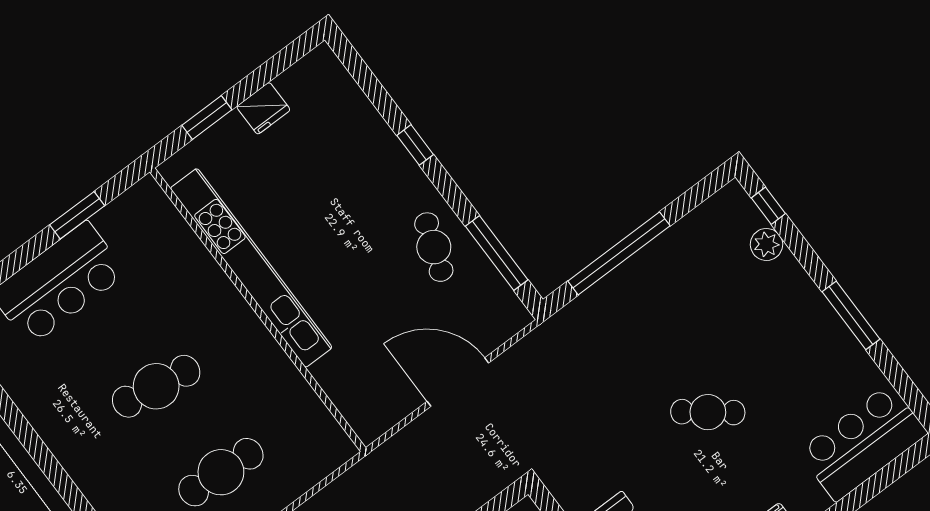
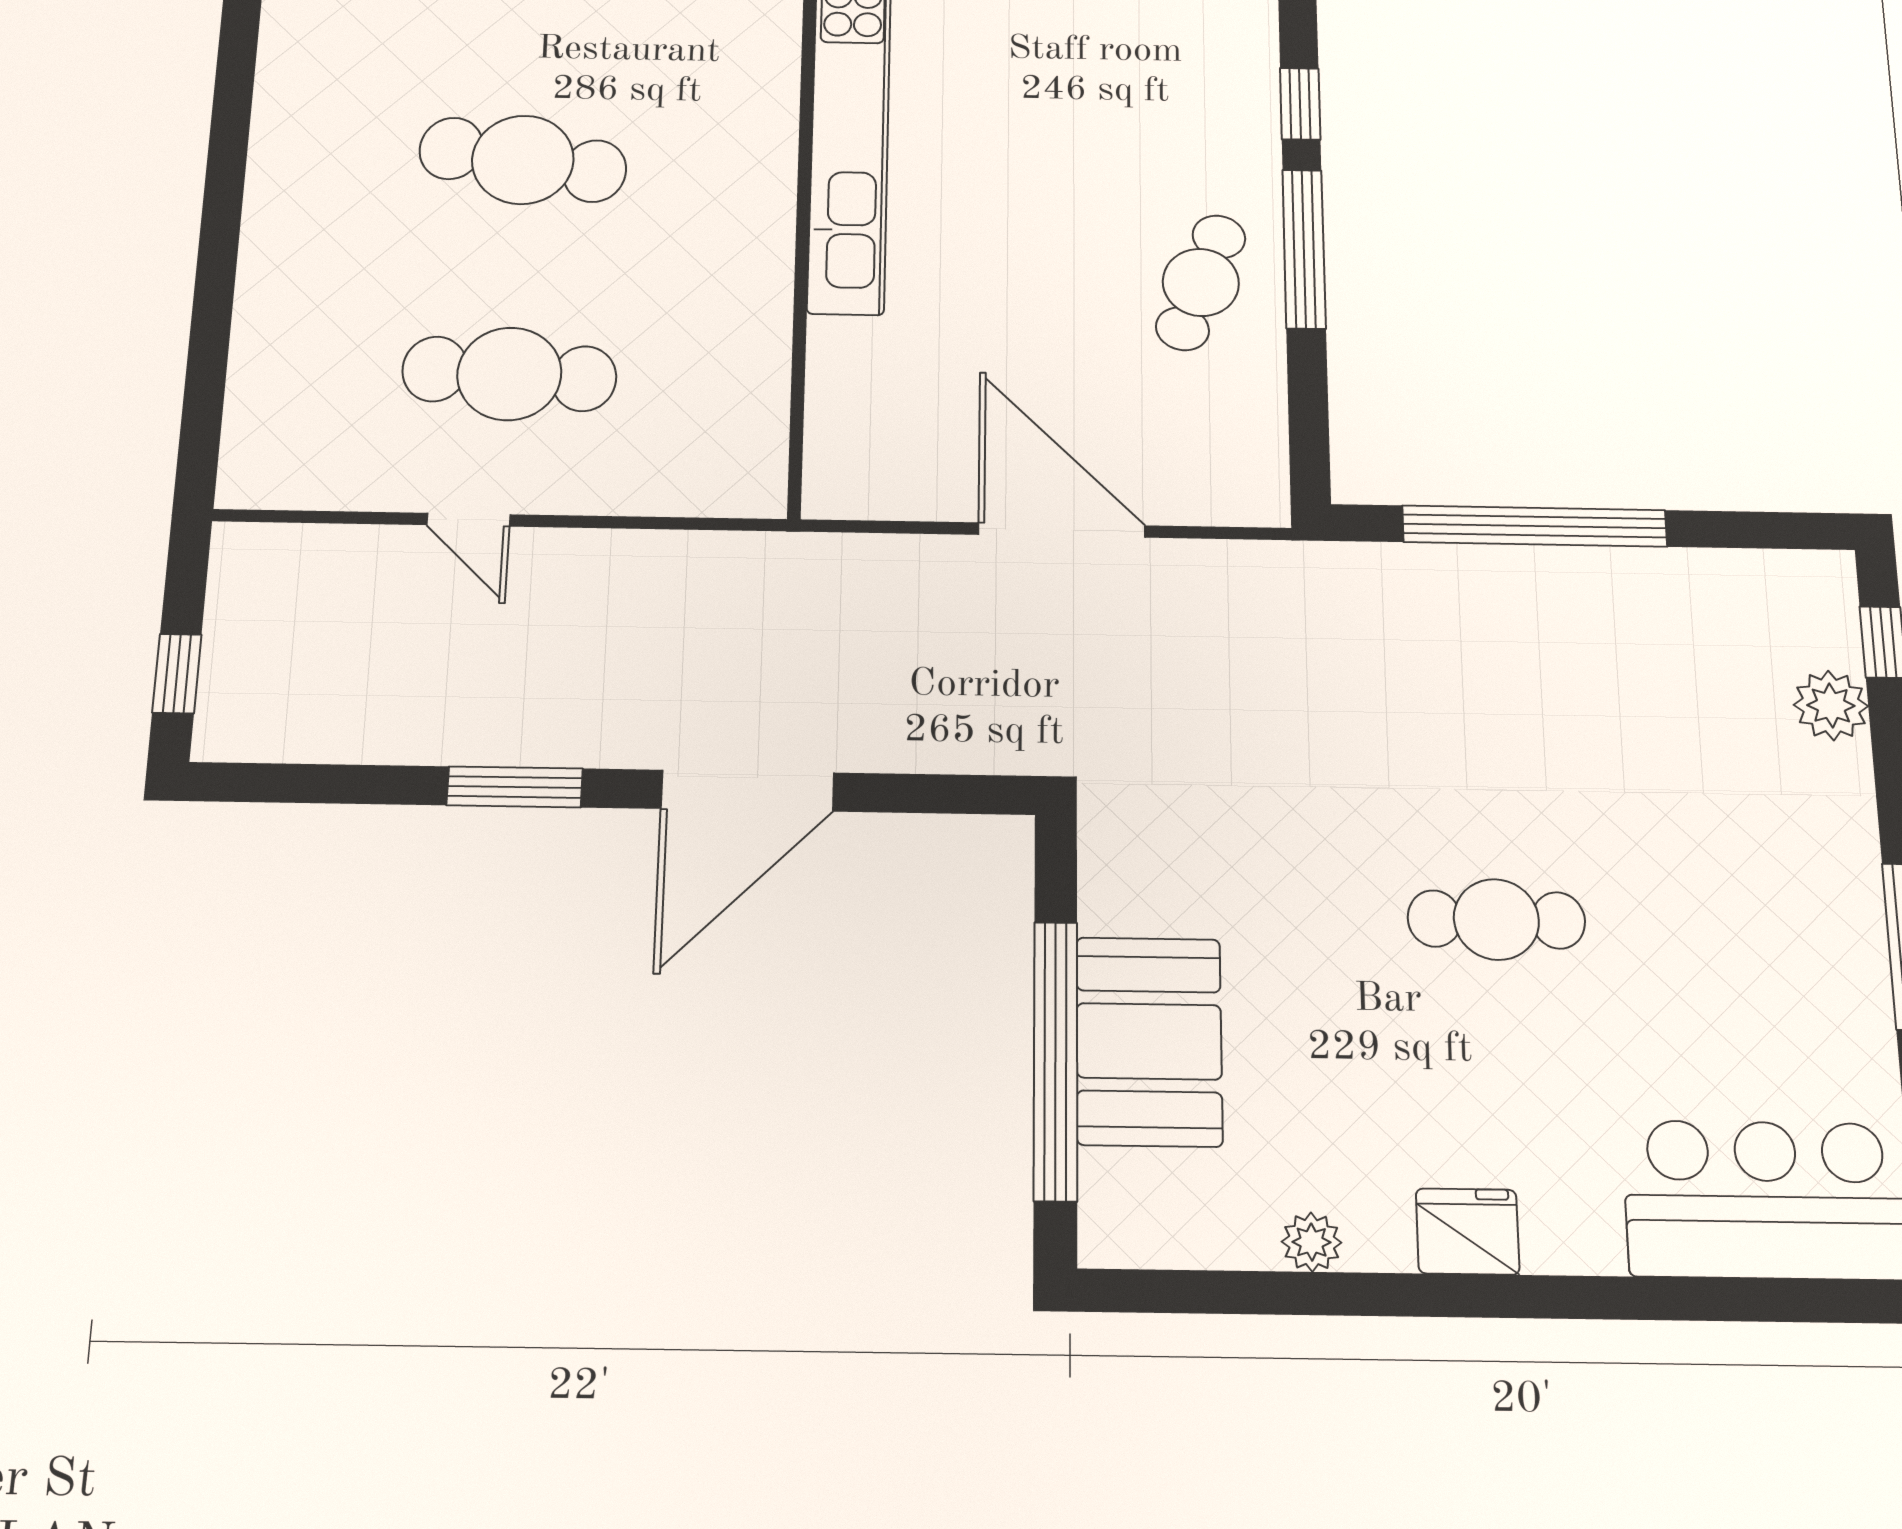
window: (497, 253) -> (1304, 249), moved
cafe table: (708, 412) -> (1496, 919), turned -38

